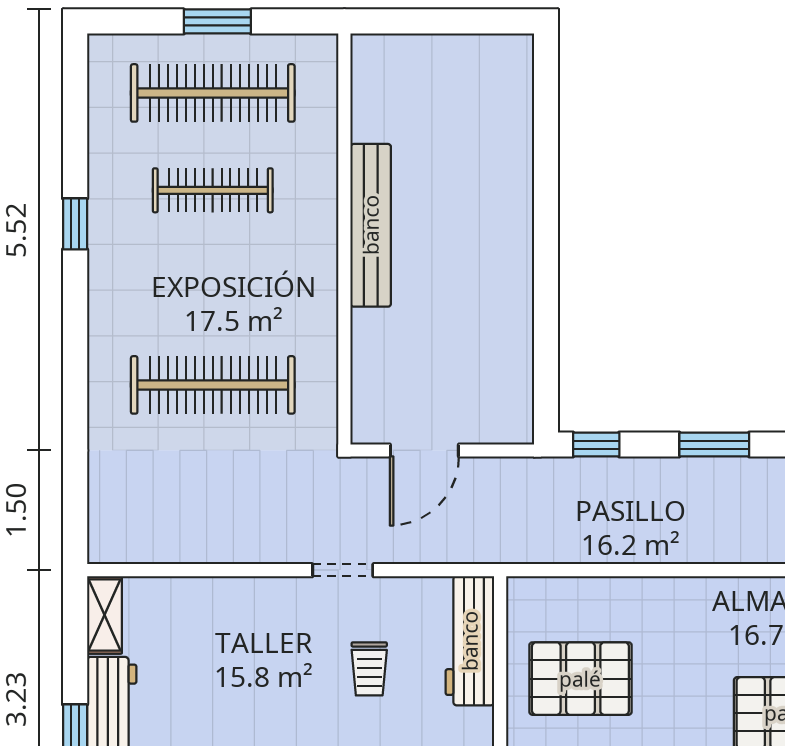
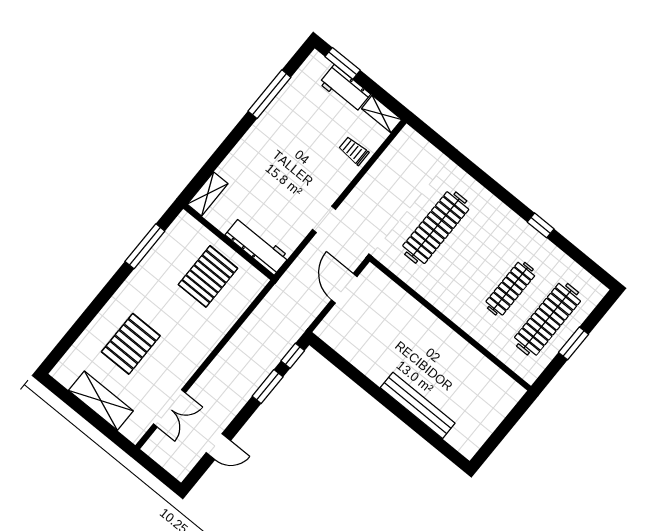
bench: (371, 225) -> (418, 405), moved
window: (714, 445) -> (268, 387), moved
trolley: (369, 669) -> (354, 151), moved

